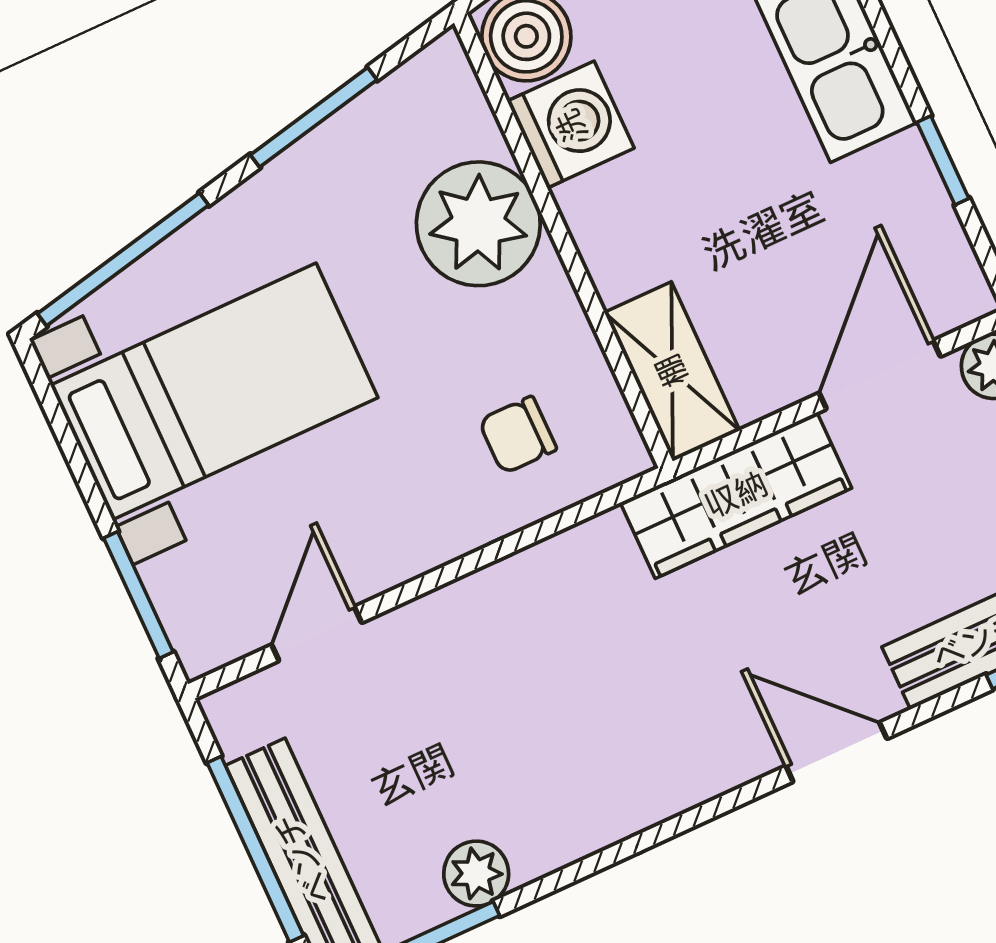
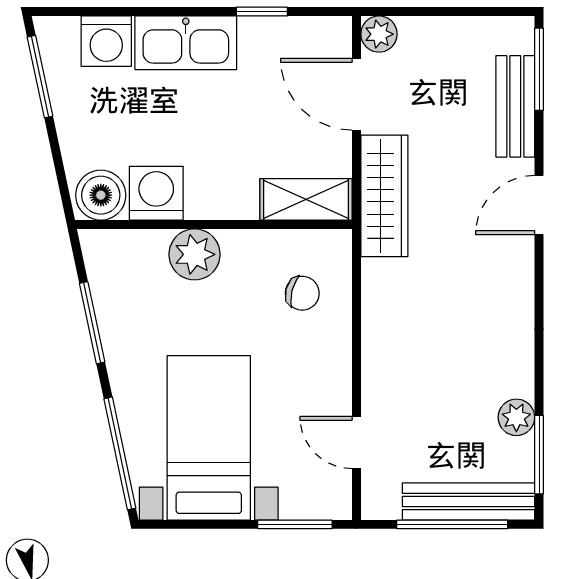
plant: (478, 224) -> (195, 254), width x0.73, depth x0.73
chair: (518, 435) -> (302, 293), turned -76

